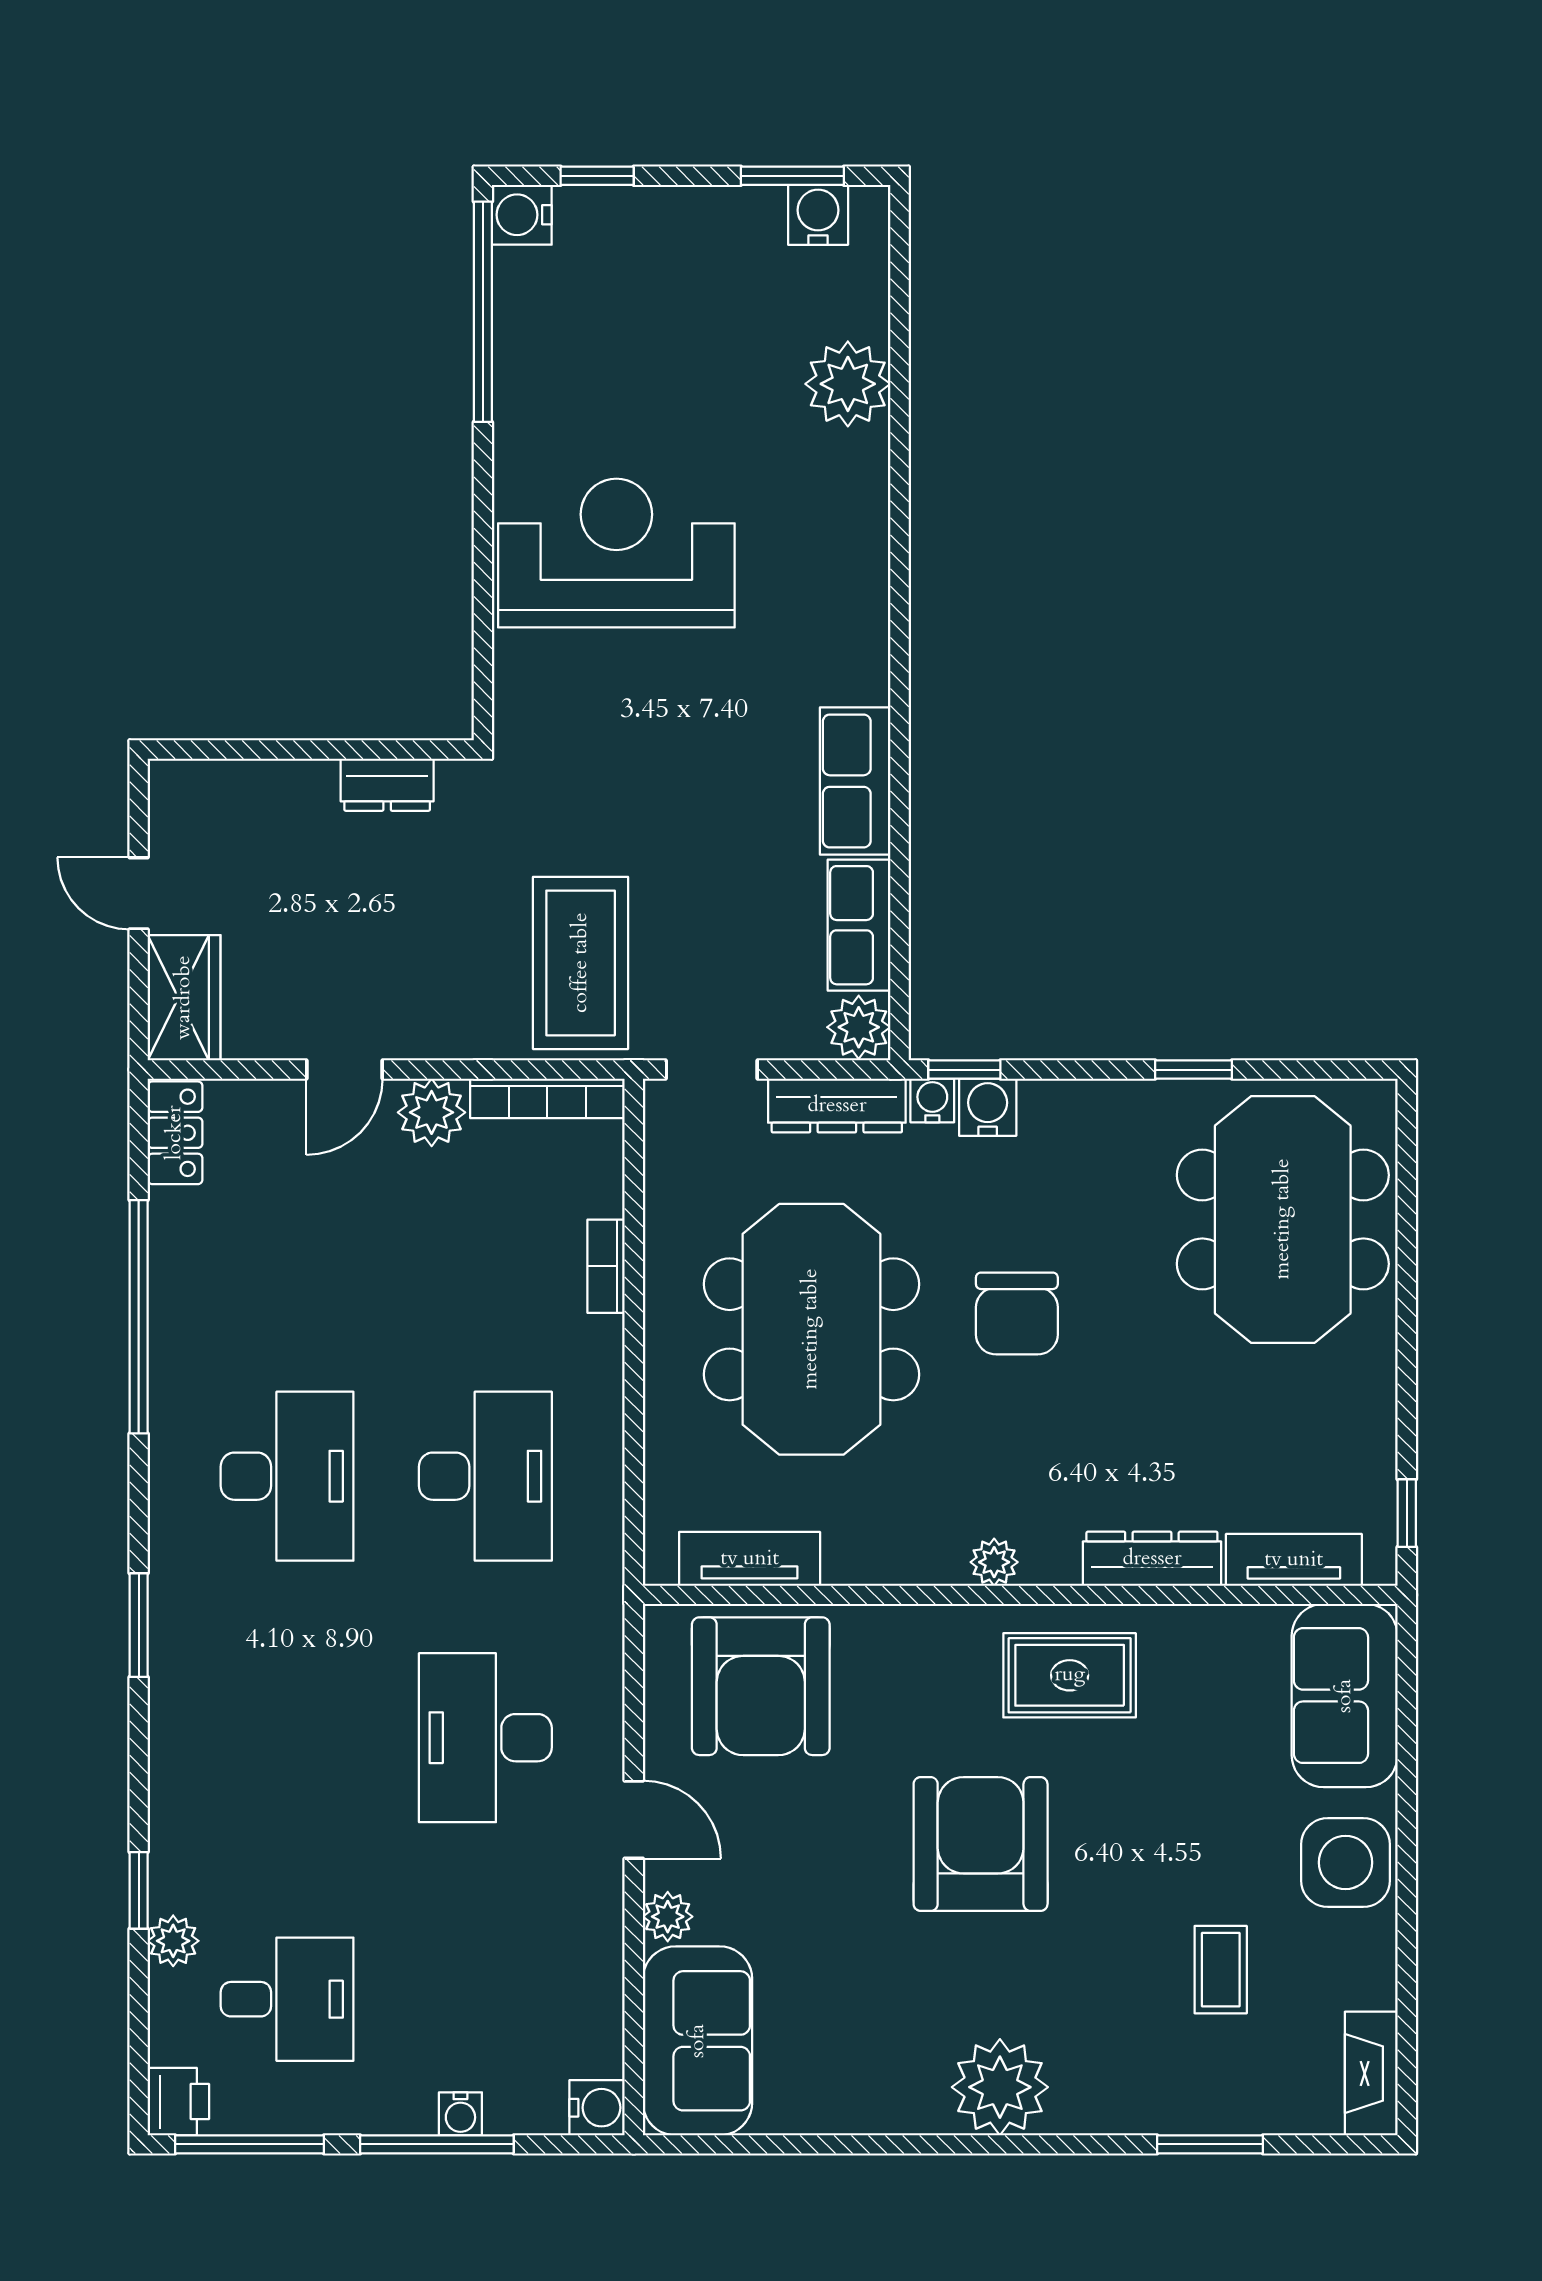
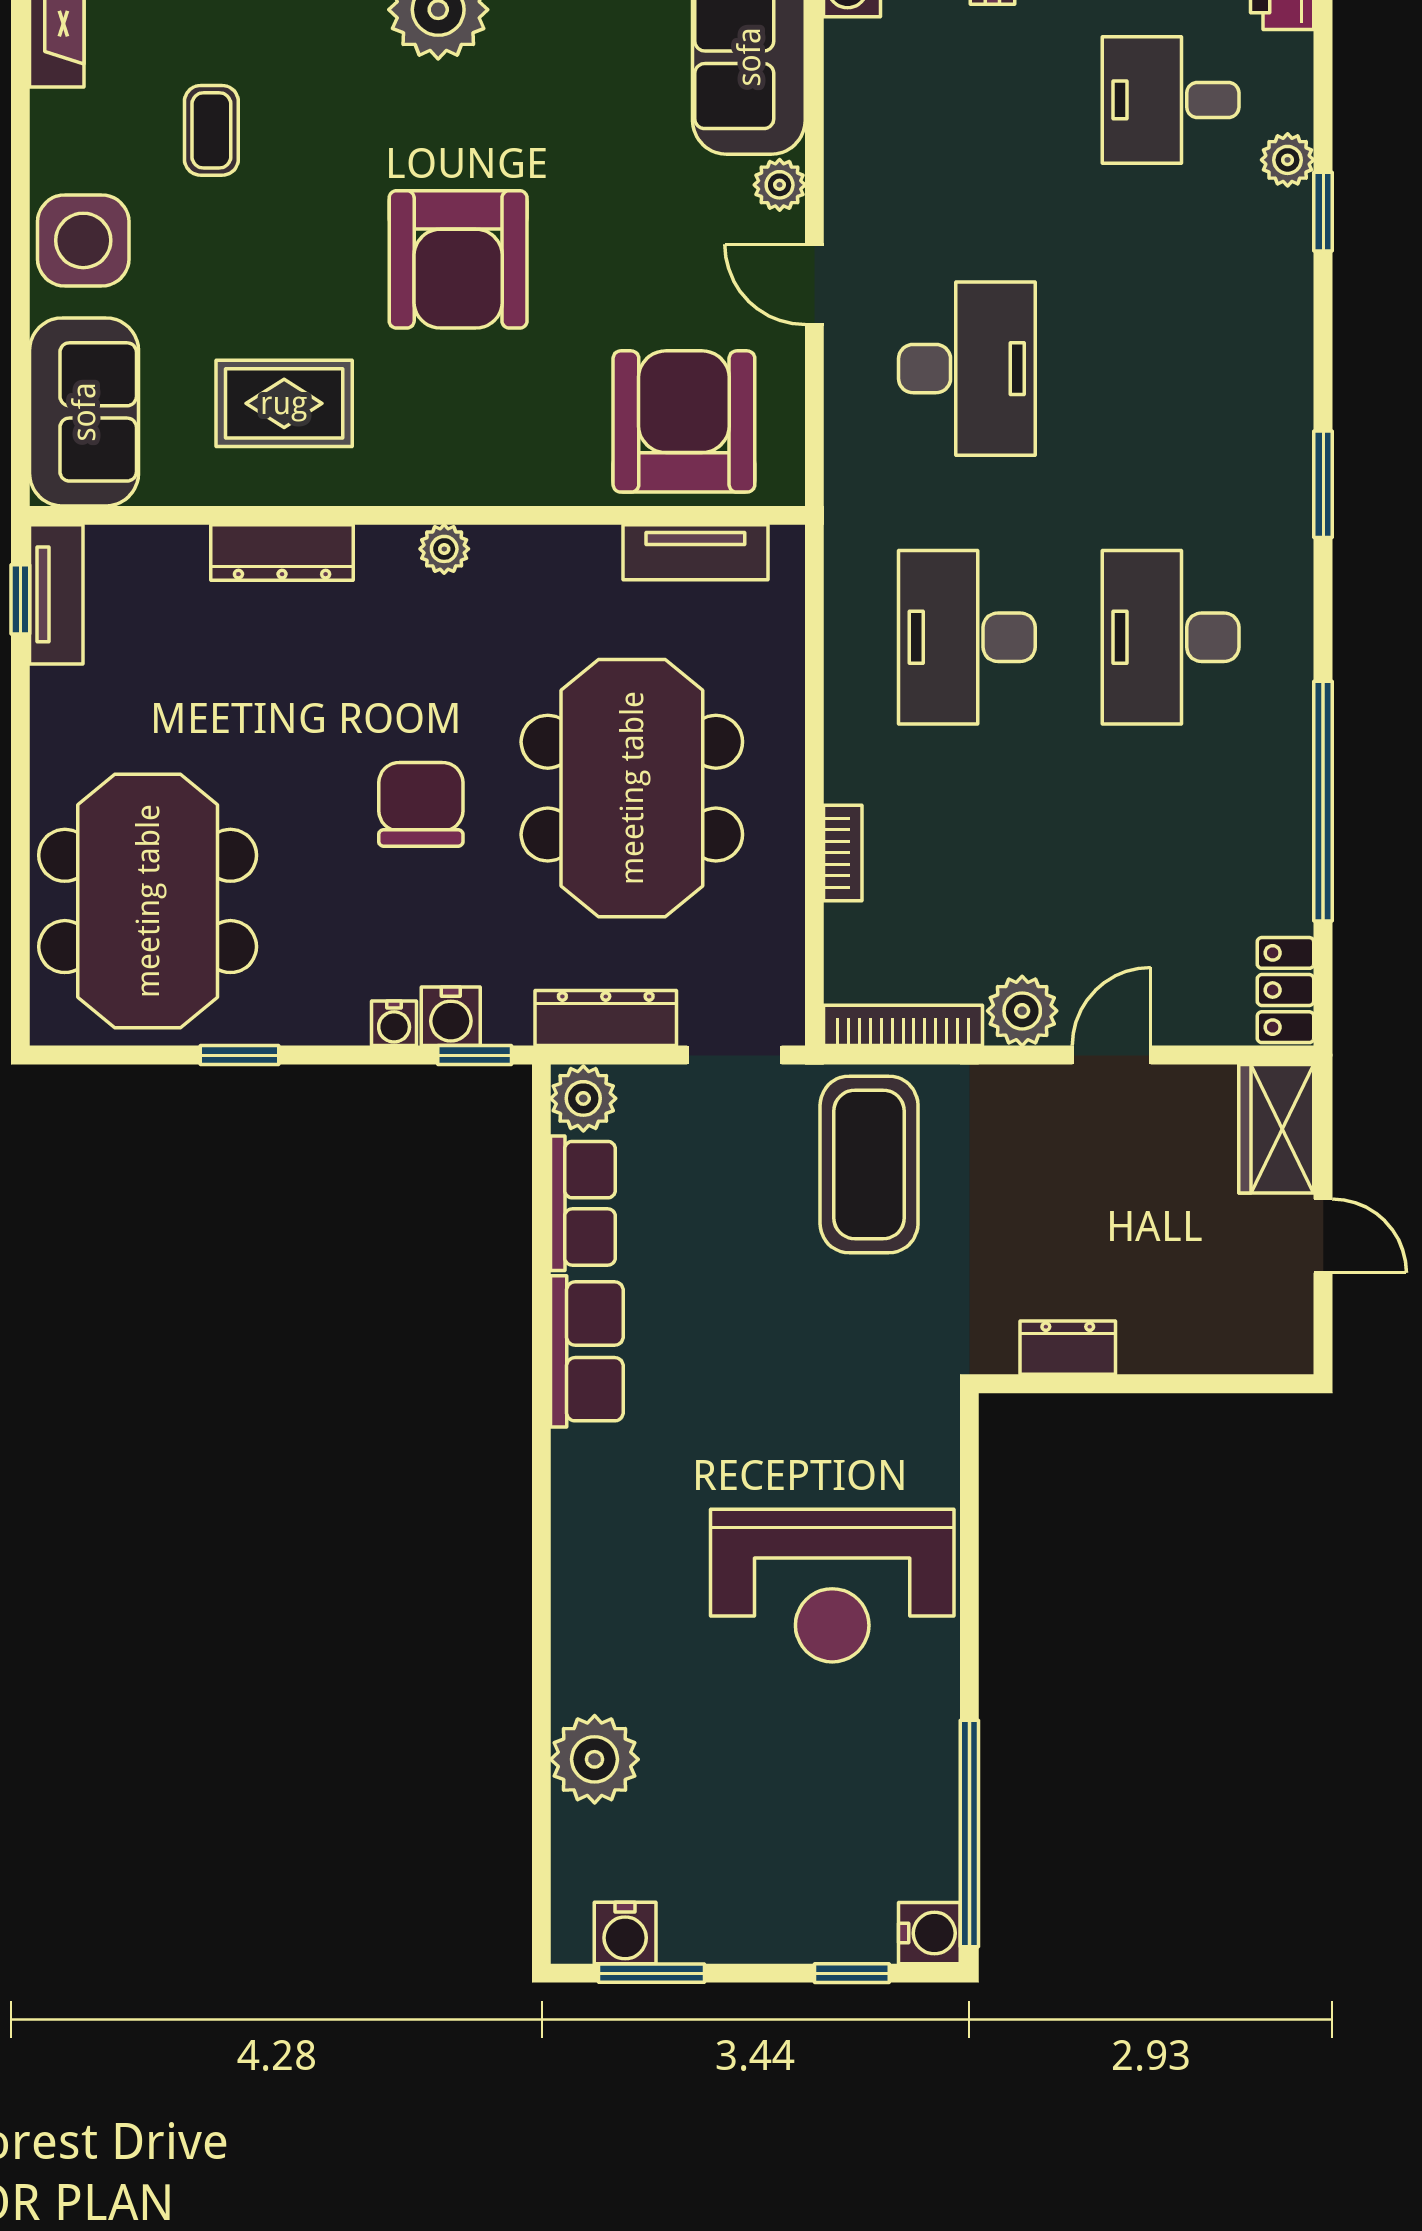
water cooler: (932, 1100) -> (394, 1023), moved
tv unit: (1294, 1560) -> (56, 594), moved, turned -90
rug: (1070, 1675) -> (284, 403), moved

